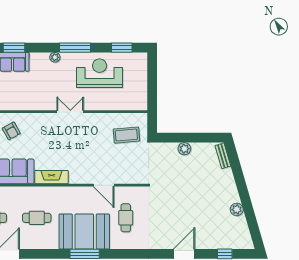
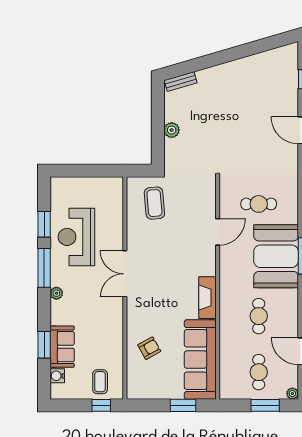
window: (122, 48) -> (44, 224), moved
double door: (70, 112) -> (125, 274), width x1.37
plant: (237, 209) -> (248, 64), removed

